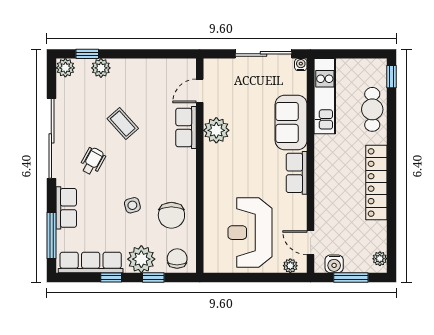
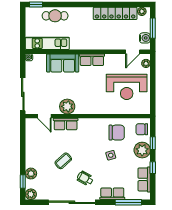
sliding door: (264, 54) -> (23, 94), moved
locker: (376, 182) -> (115, 13), moved
row of seats: (91, 263) -> (144, 179), width x0.68

